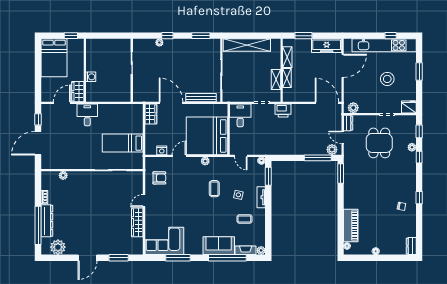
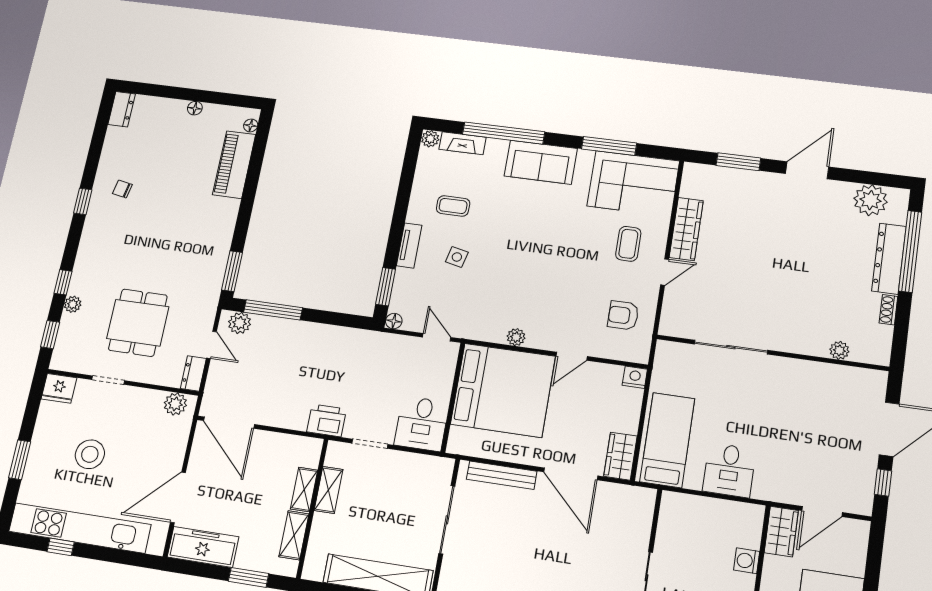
desk: (87, 115) -> (729, 470), moved
bed: (123, 143) -> (667, 440), moved, turned -90
nightstand: (162, 150) -> (635, 377), moved
coffee table: (214, 189) -> (628, 244), moved
sofa: (219, 246) -> (541, 162), moved

